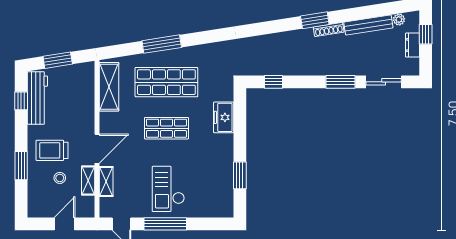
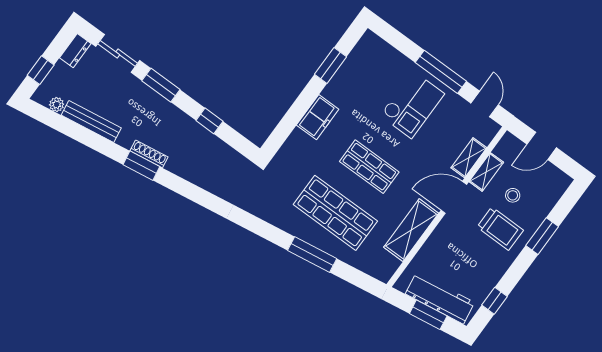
shoe rack: (329, 30) -> (149, 154), moved
dresser: (413, 45) -> (75, 51), moved
window: (273, 82) -> (209, 121), moved
shelving: (109, 87) -> (411, 230), moved
workbench: (37, 98) -> (440, 298), moved, turned 81
freezer: (224, 117) -> (318, 117), moved

